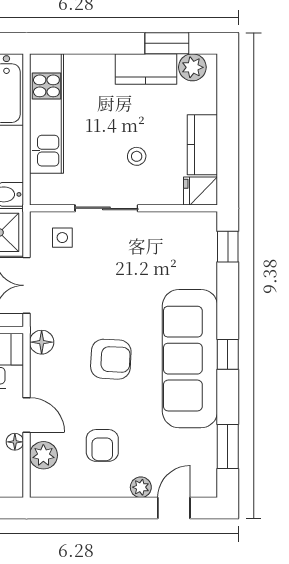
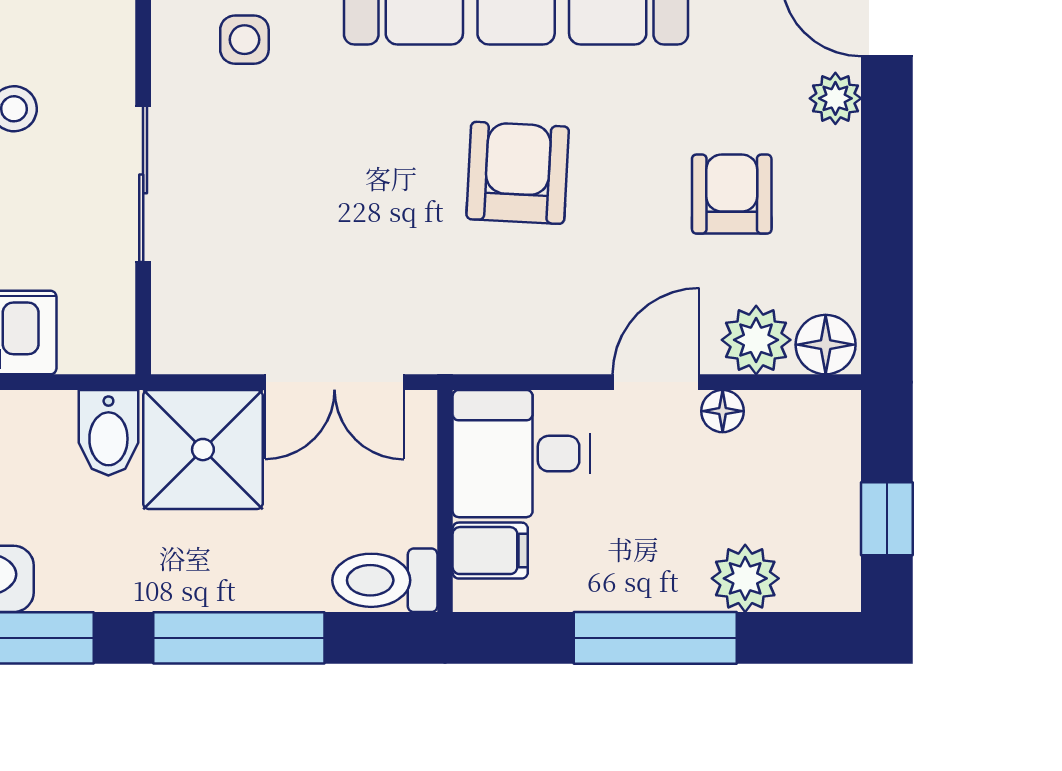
side table: (62, 238) -> (244, 40), moved
floor lamp: (42, 342) -> (826, 345), moved
armchair: (102, 445) -> (732, 194), turned -90

